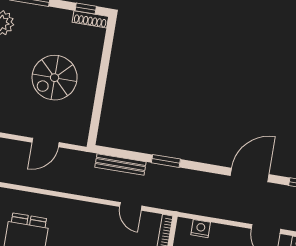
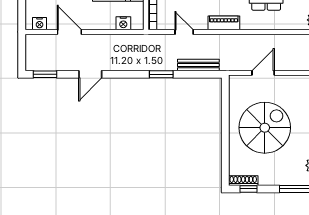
spiral stairs: (55, 78) -> (265, 128), width x1.37, depth x1.37
door: (250, 175) -> (90, 74), width x0.73
piano: (82, 209) -> (224, 23), added

